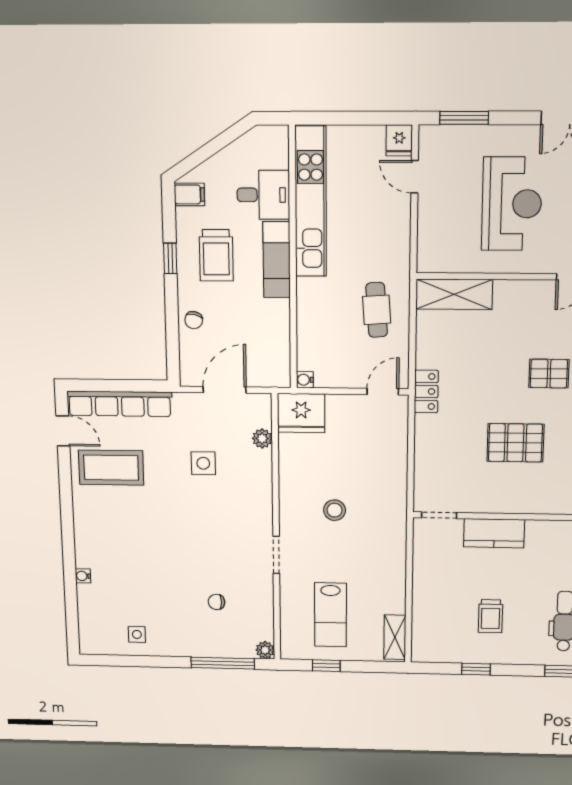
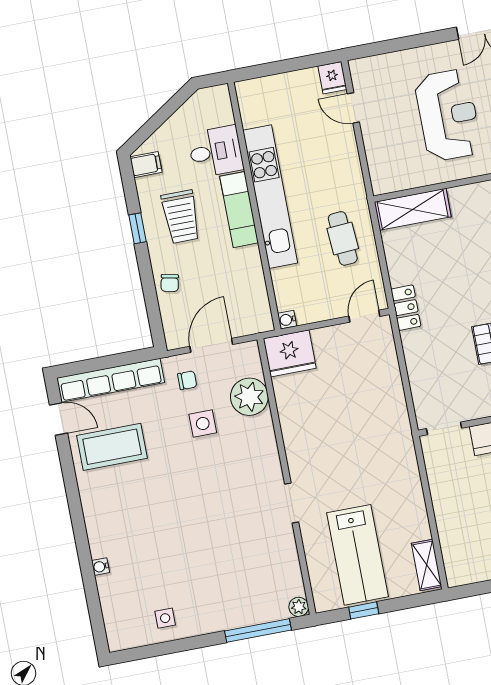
window: (464, 118) -> (388, 47), removed
kitchen unit: (311, 202) -> (270, 197), moved
plant: (262, 438) -> (249, 397), width x1.87, depth x1.87
stool: (335, 510) -> (341, 445), removed
chair: (217, 602) -> (187, 380), moved, turned 180
lab bench: (330, 615) -> (358, 555), width x1.36, depth x1.39

